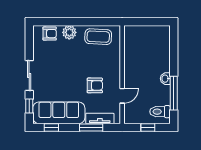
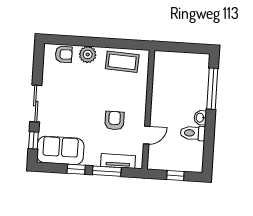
armchair: (95, 85) -> (114, 121), turned -90
window: (174, 93) -> (212, 89), moved
toilet: (160, 112) -> (193, 133), moved
sofa: (59, 113) -> (60, 150), width x0.73
window: (51, 128) -> (76, 169), moved

